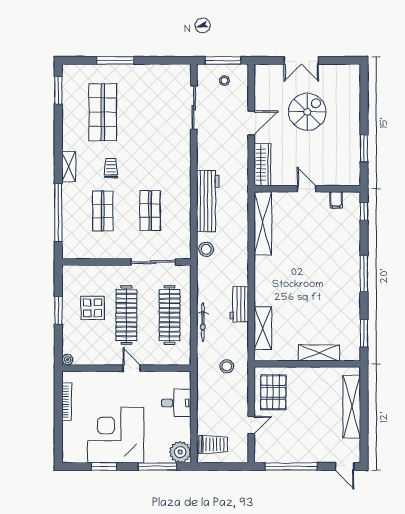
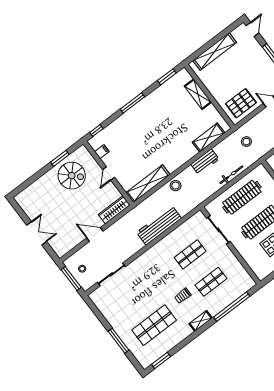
spiral stairs: (307, 112) -> (72, 176), moved, turned 180
stool: (206, 249) -> (176, 186), moved

